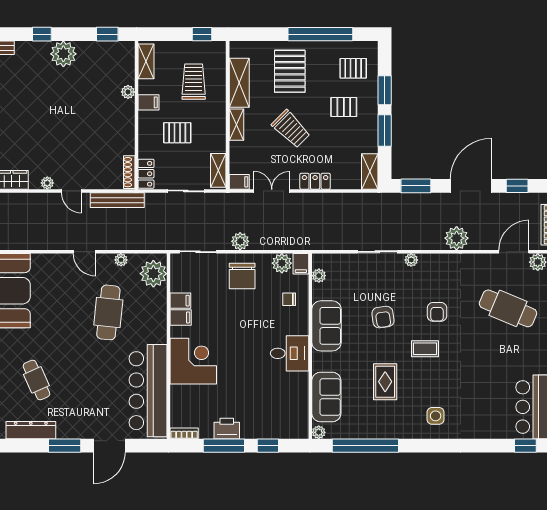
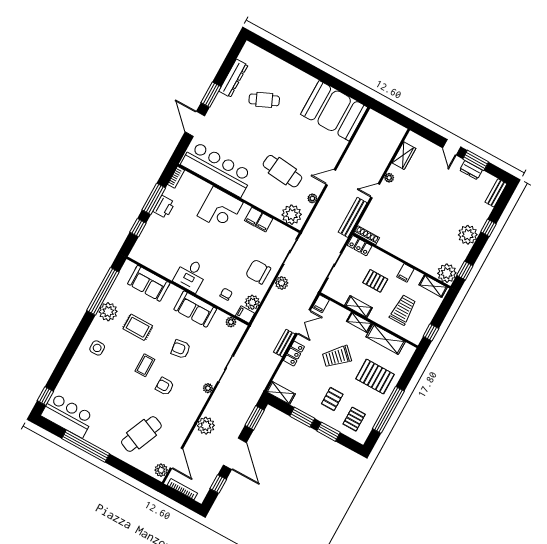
trolley: (194, 82) -> (403, 310), turned -90
plant: (128, 92) -> (447, 273), moved, width x1.87, depth x1.87
pallet: (177, 133) -> (375, 281), turned 90
shelving: (218, 170) -> (359, 307), moved
bench: (309, 199) -> (284, 343), added
plant: (319, 432) -> (108, 312), moved, width x1.88, depth x1.88

